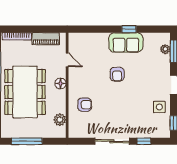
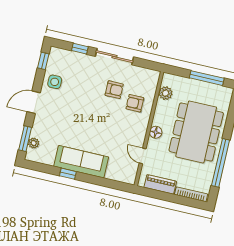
sofa: (126, 42) -> (81, 162), width x1.36
armchair: (117, 74) -> (114, 90), moved, turned 90

